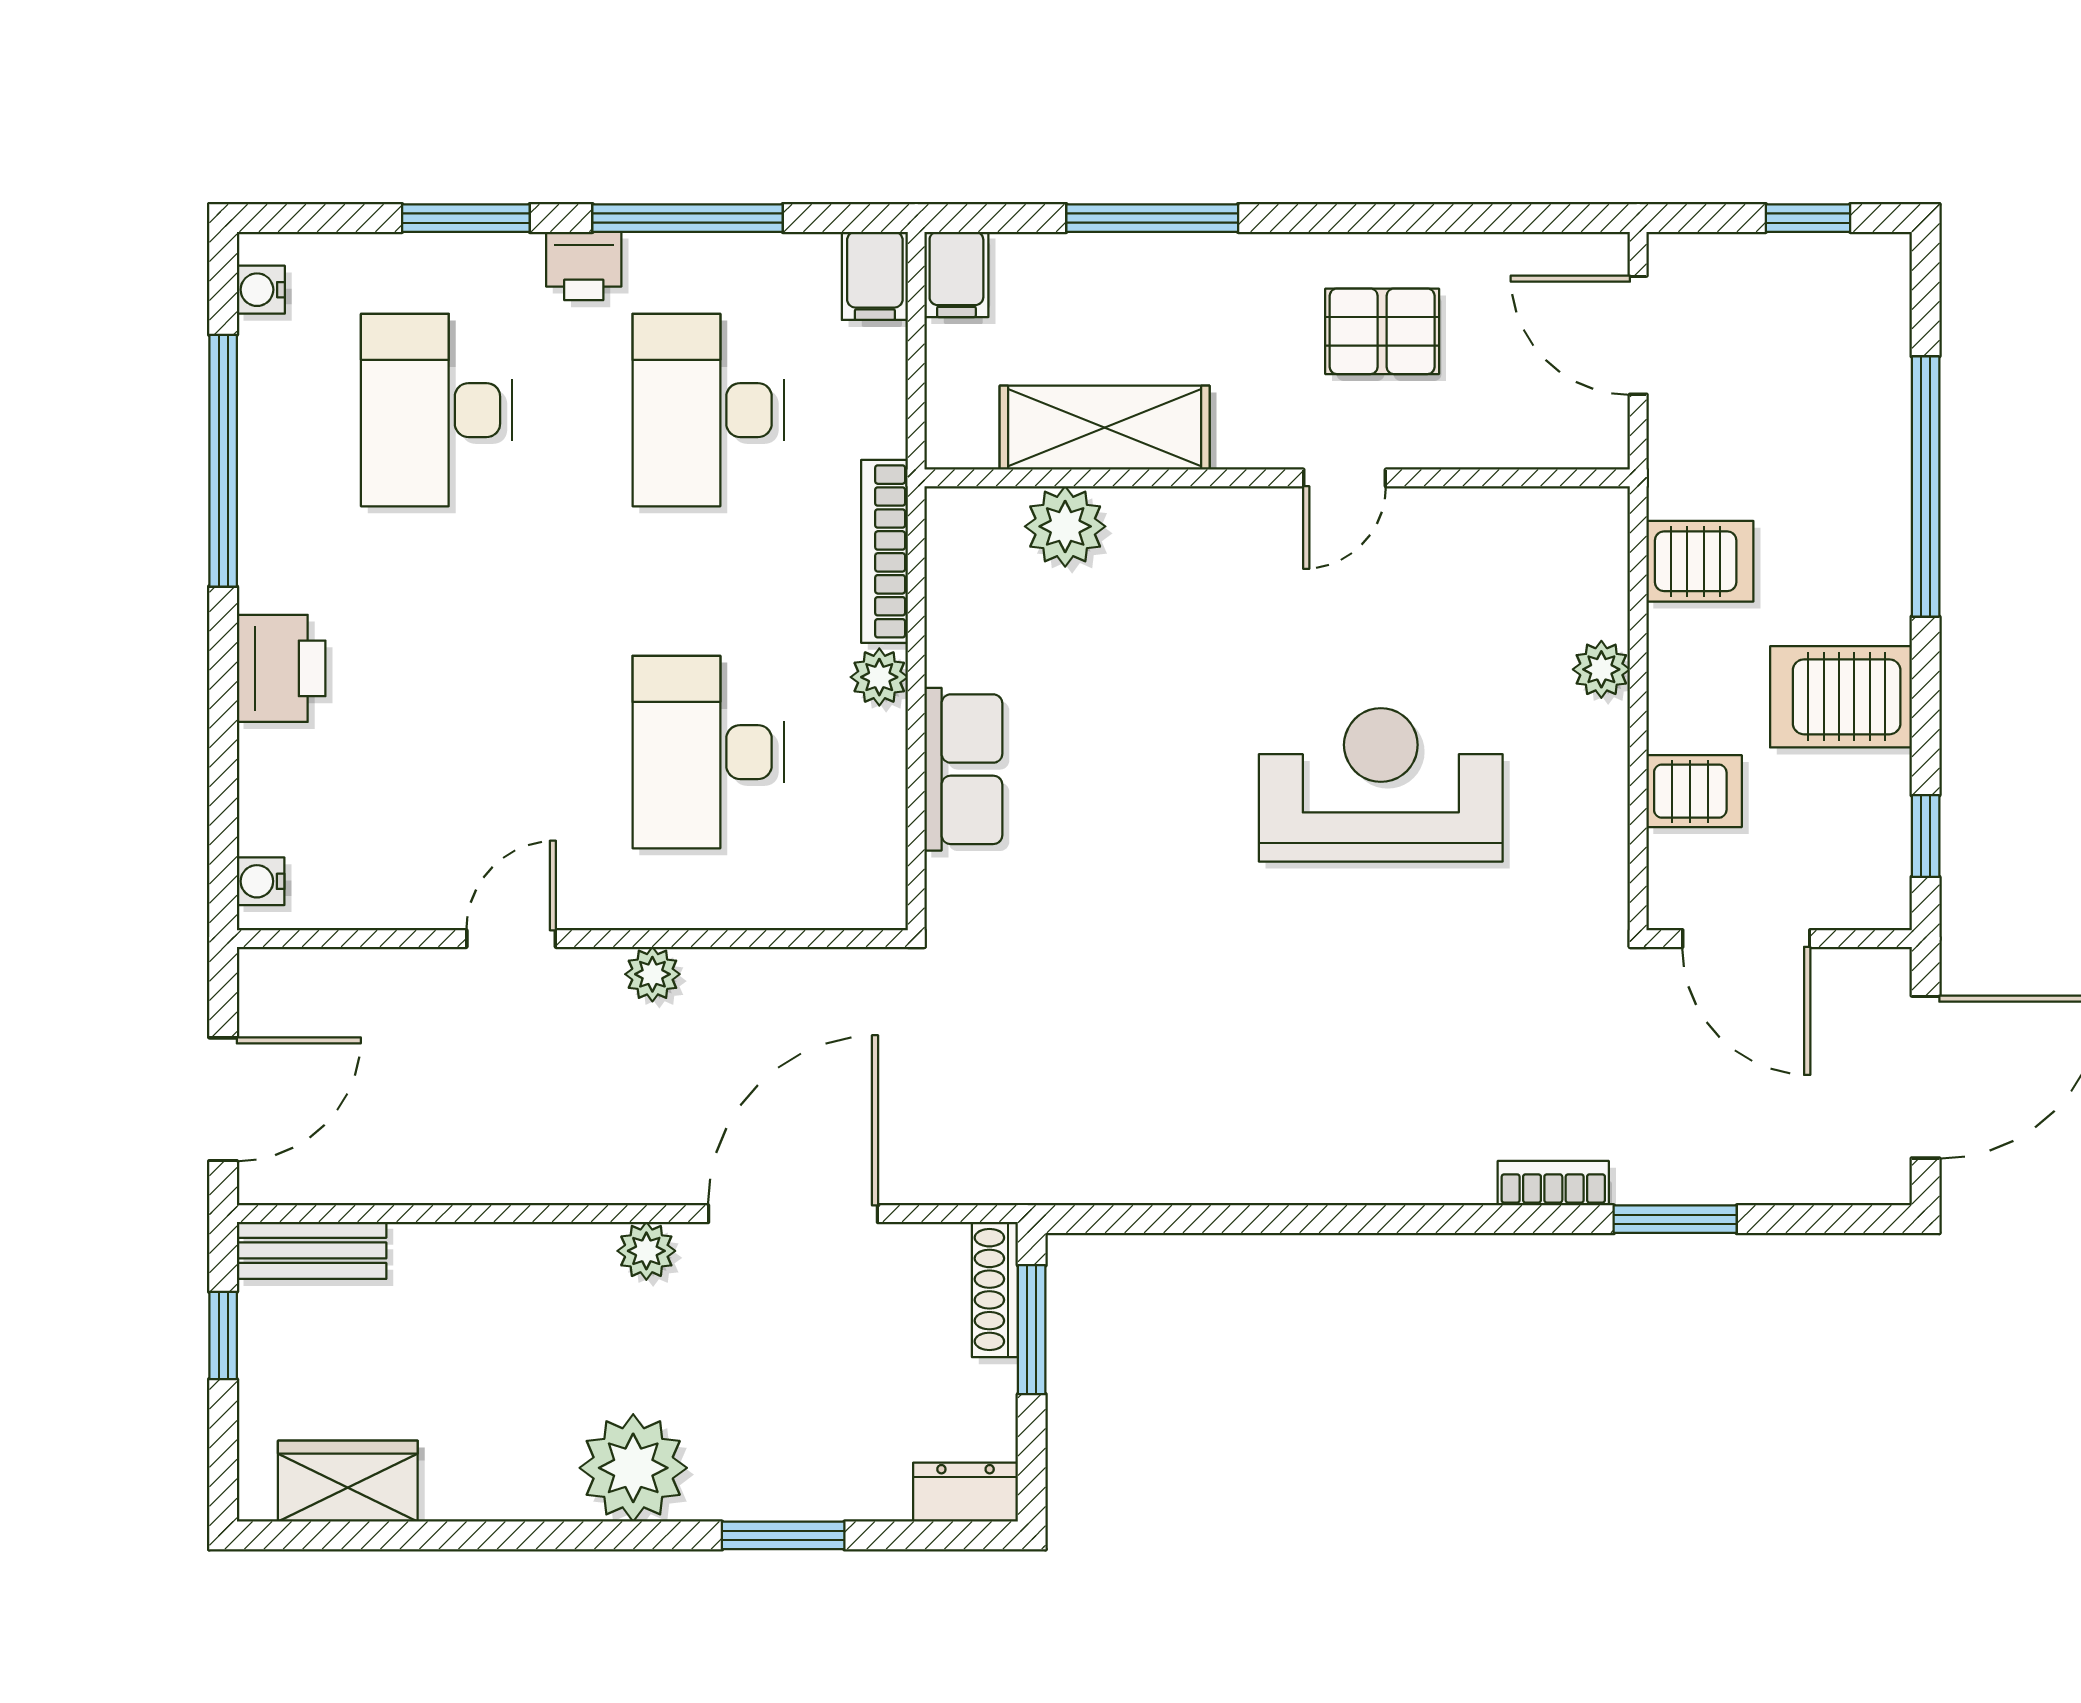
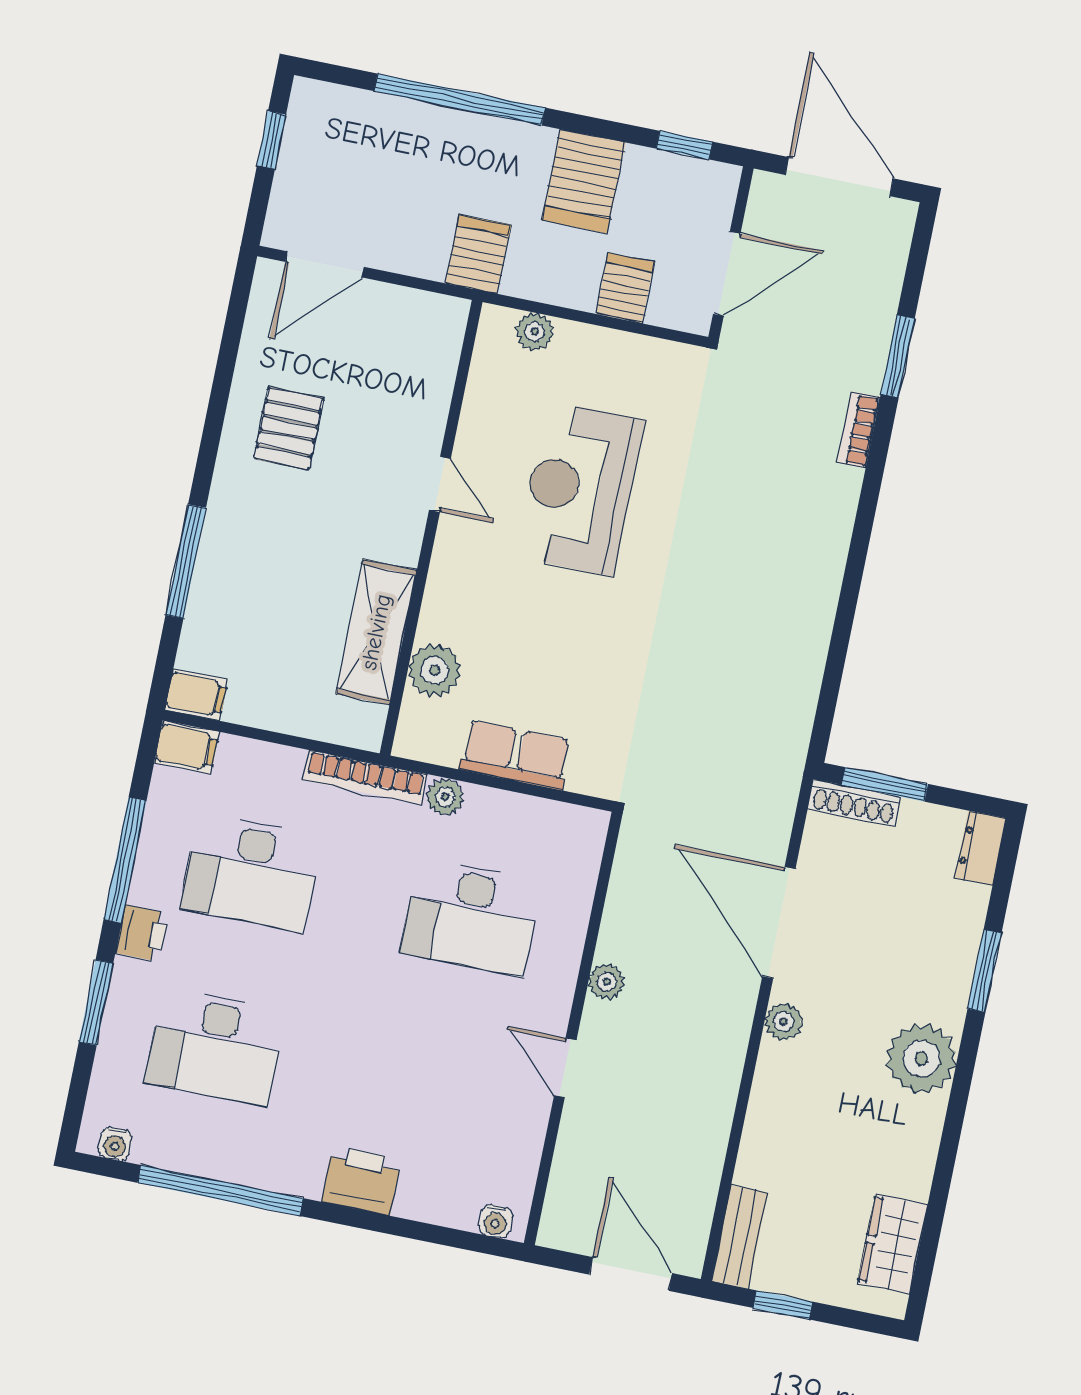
shelving: (1105, 428) -> (376, 632), moved
wall: (1277, 478) -> (431, 528), moved
door: (1345, 478) -> (440, 484), moved
plant: (1065, 526) -> (435, 670), moved

